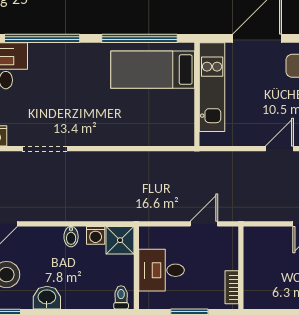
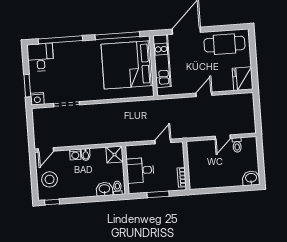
bed: (153, 70) -> (127, 65), width x2.04
washing machine: (96, 235) -> (75, 155), moved
washbasin: (47, 298) -> (104, 189), moved

